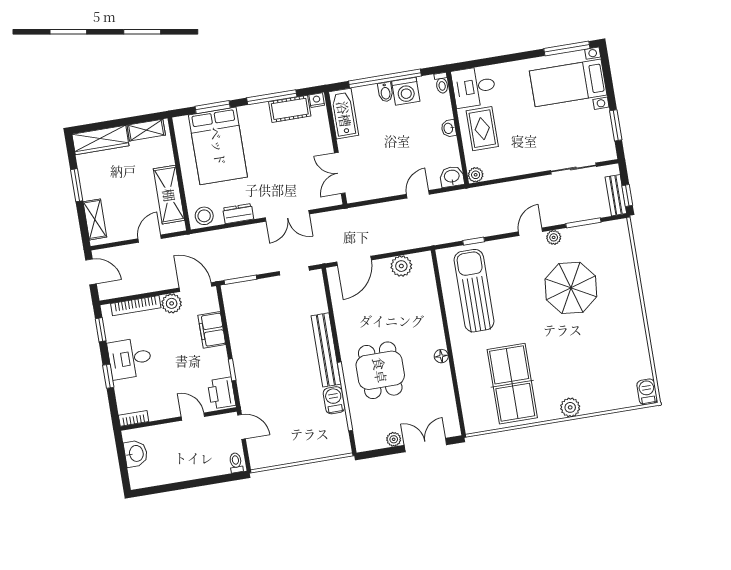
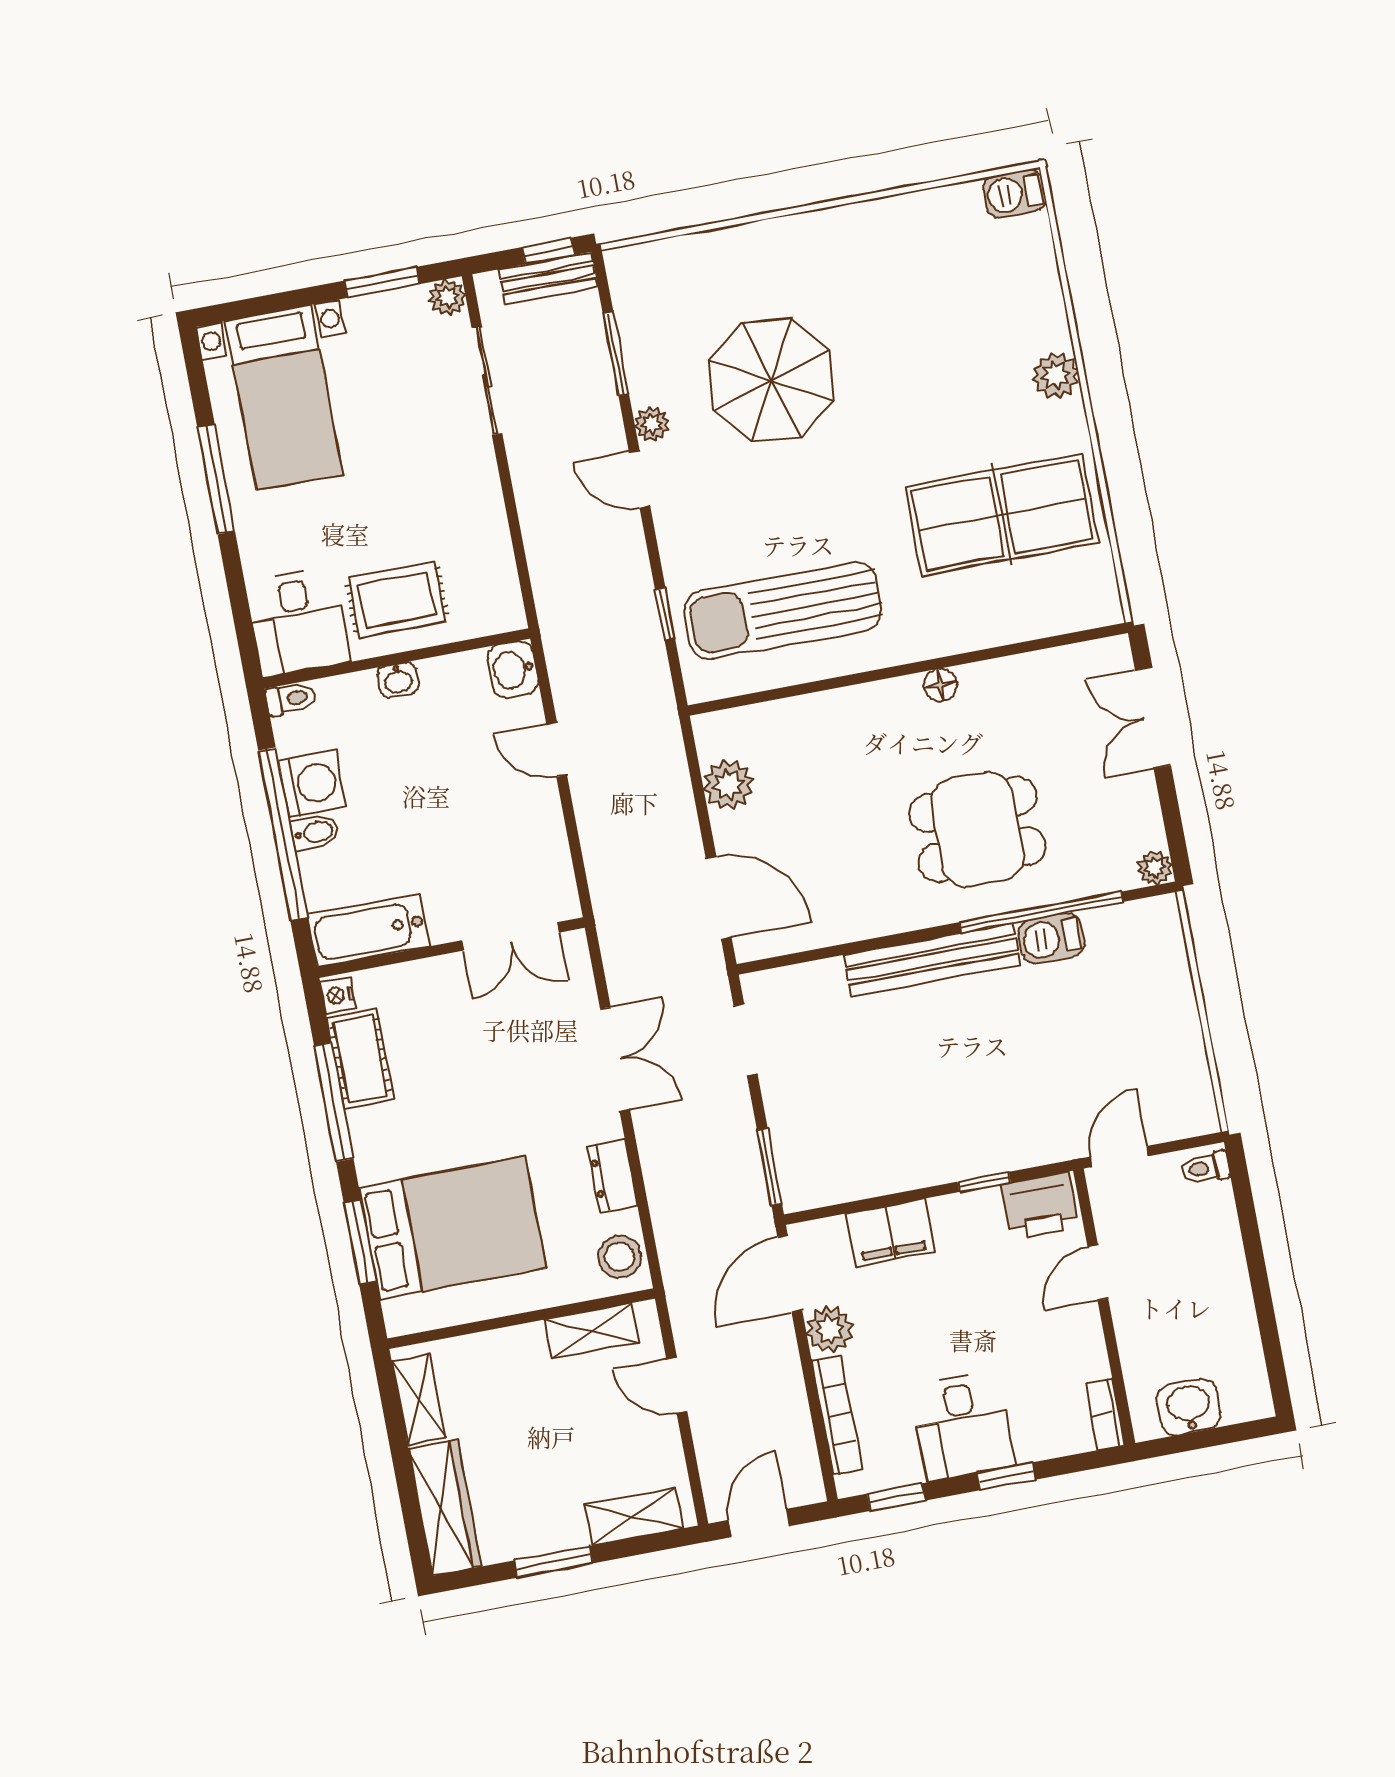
window: (567, 48) -> (216, 479), moved
plant: (476, 175) -> (448, 297), moved
shelving: (169, 195) -> (591, 1331), width x0.67, depth x0.75
plant: (394, 439) -> (1155, 868), moved

